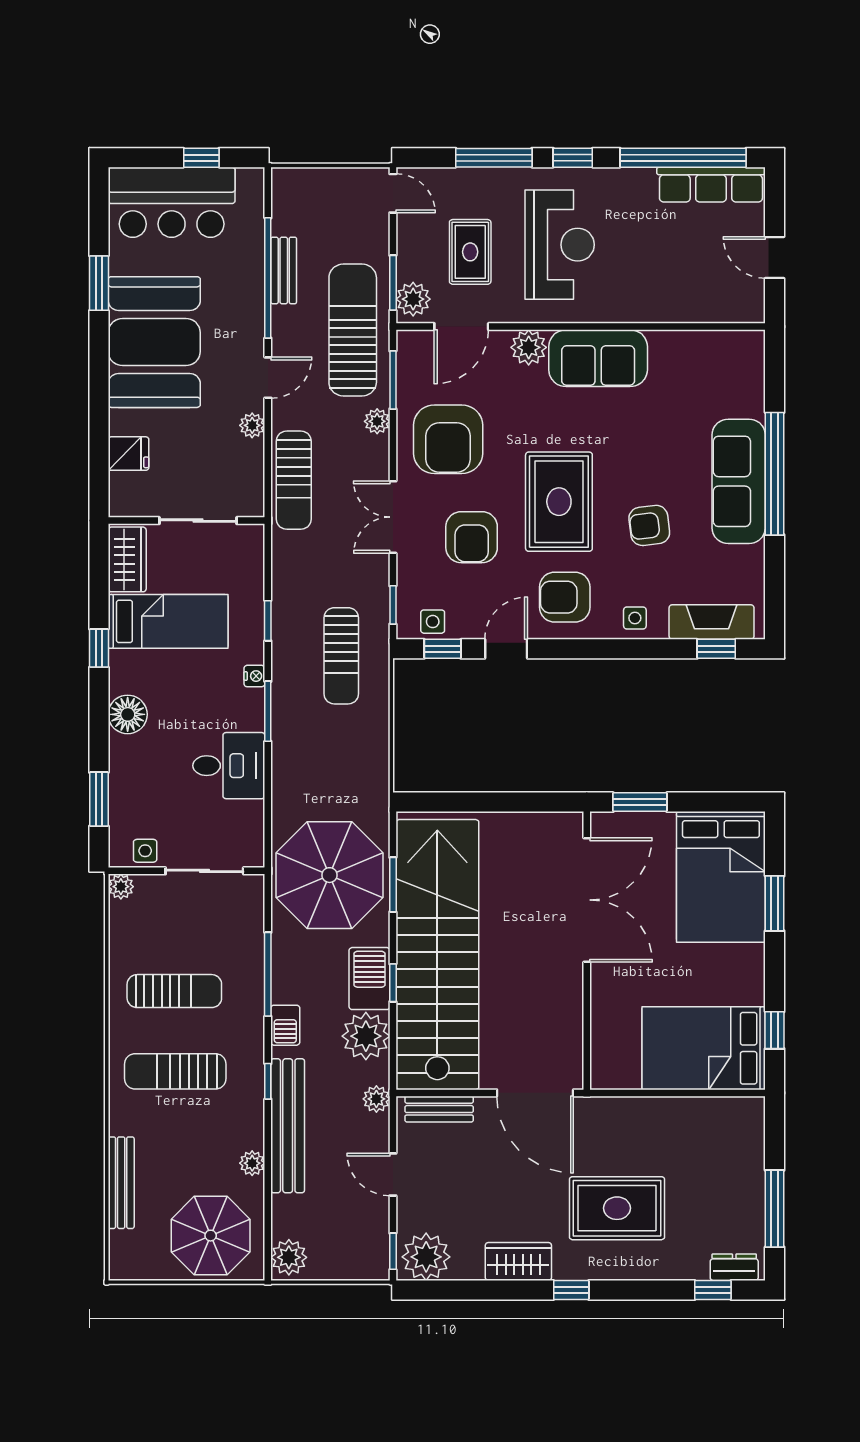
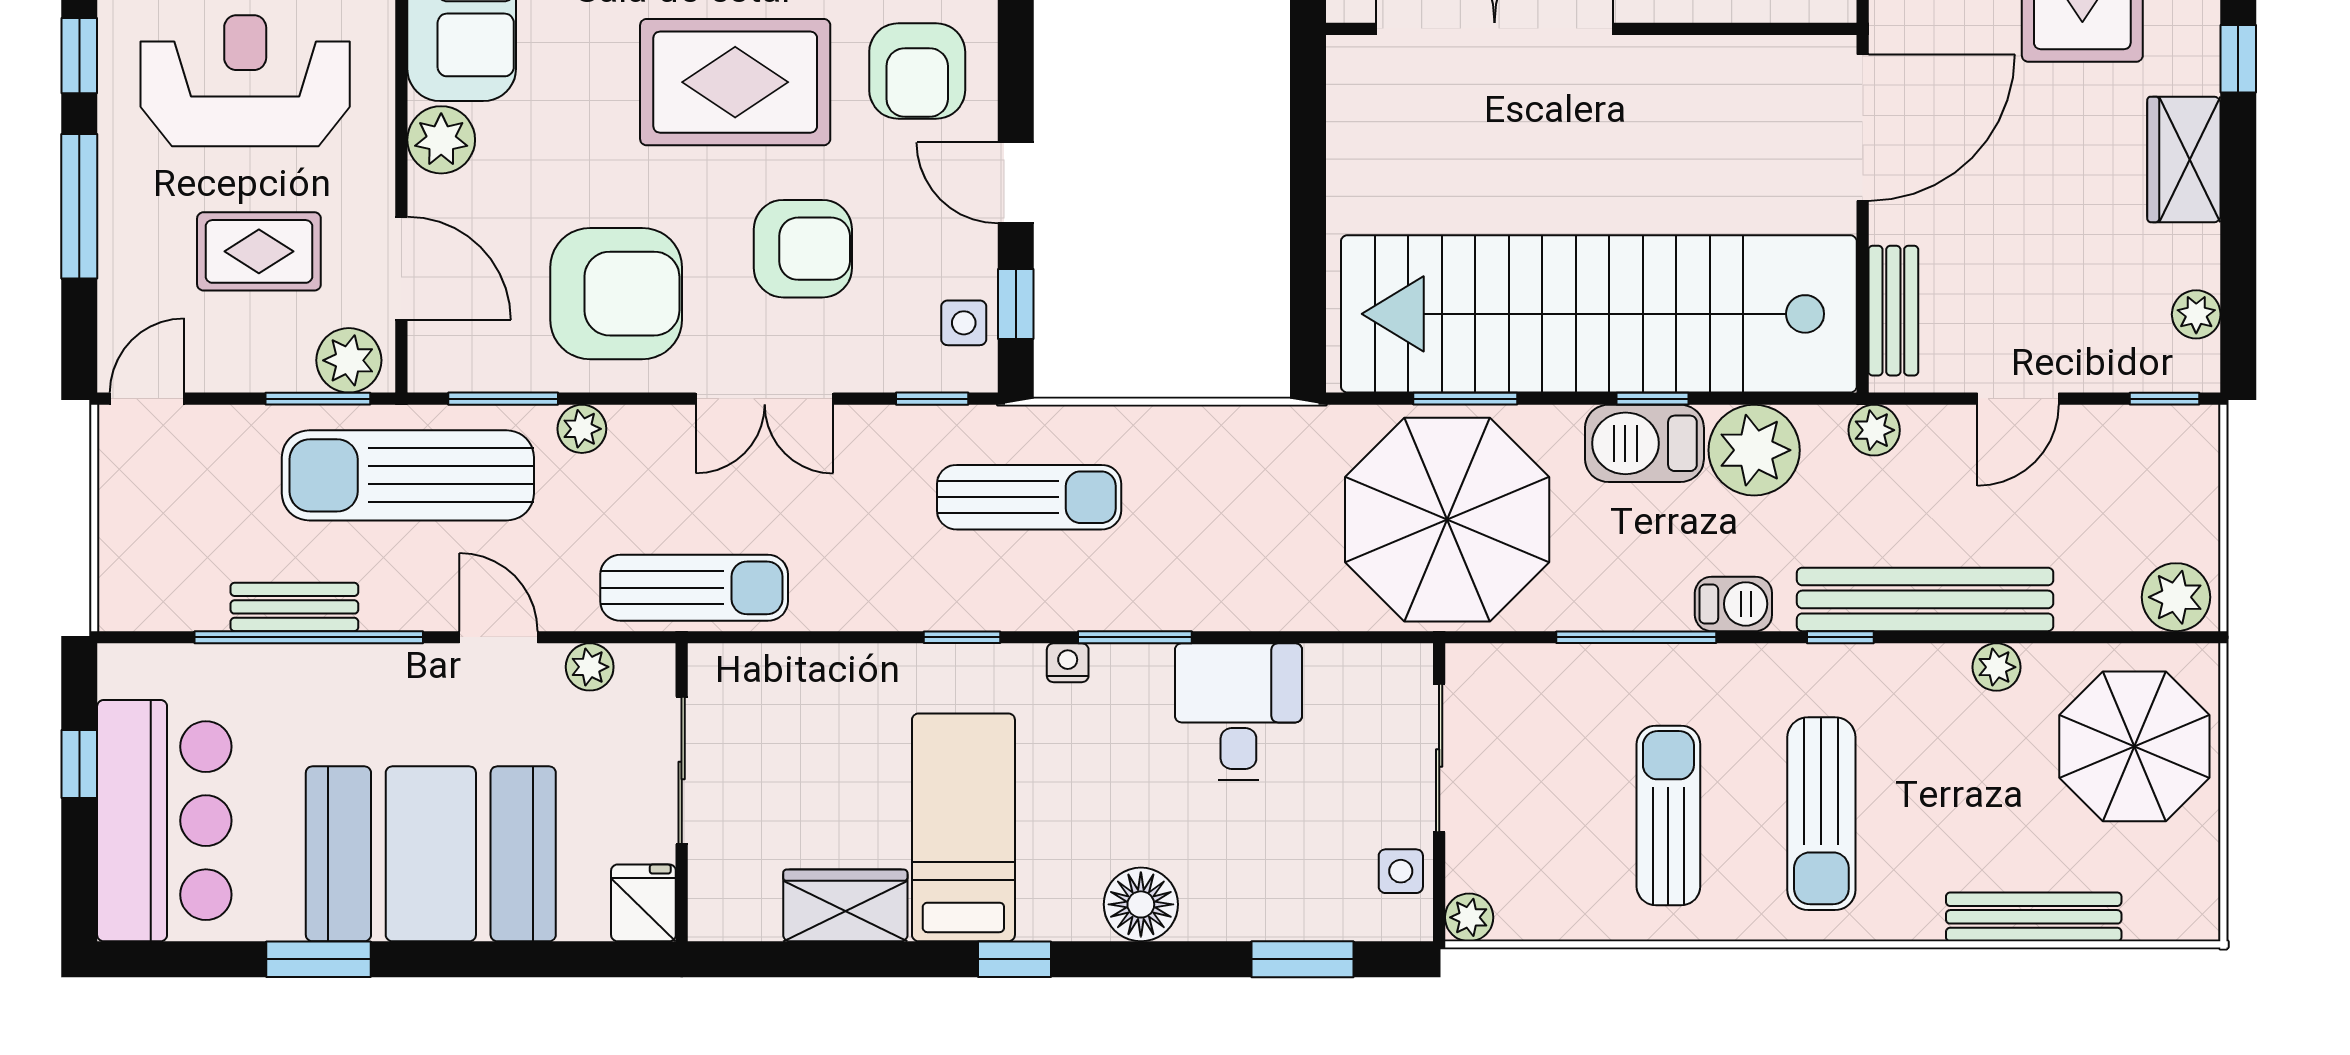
wall: (186, 521) -> (682, 792), moved
sliding door: (198, 521) -> (682, 770), moved
plant: (426, 1257) -> (2196, 314), width x0.53, depth x0.53

